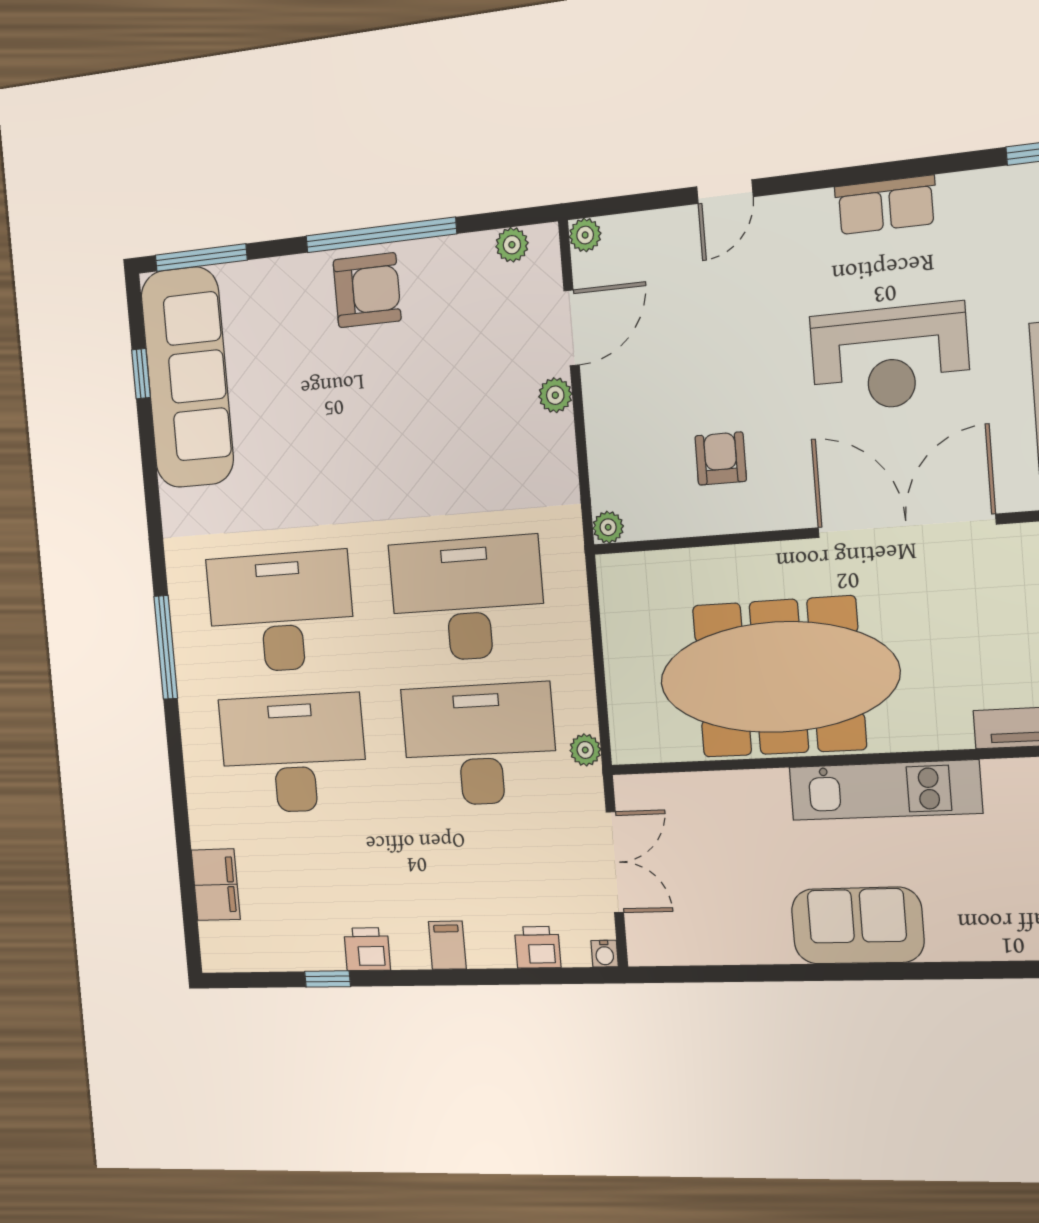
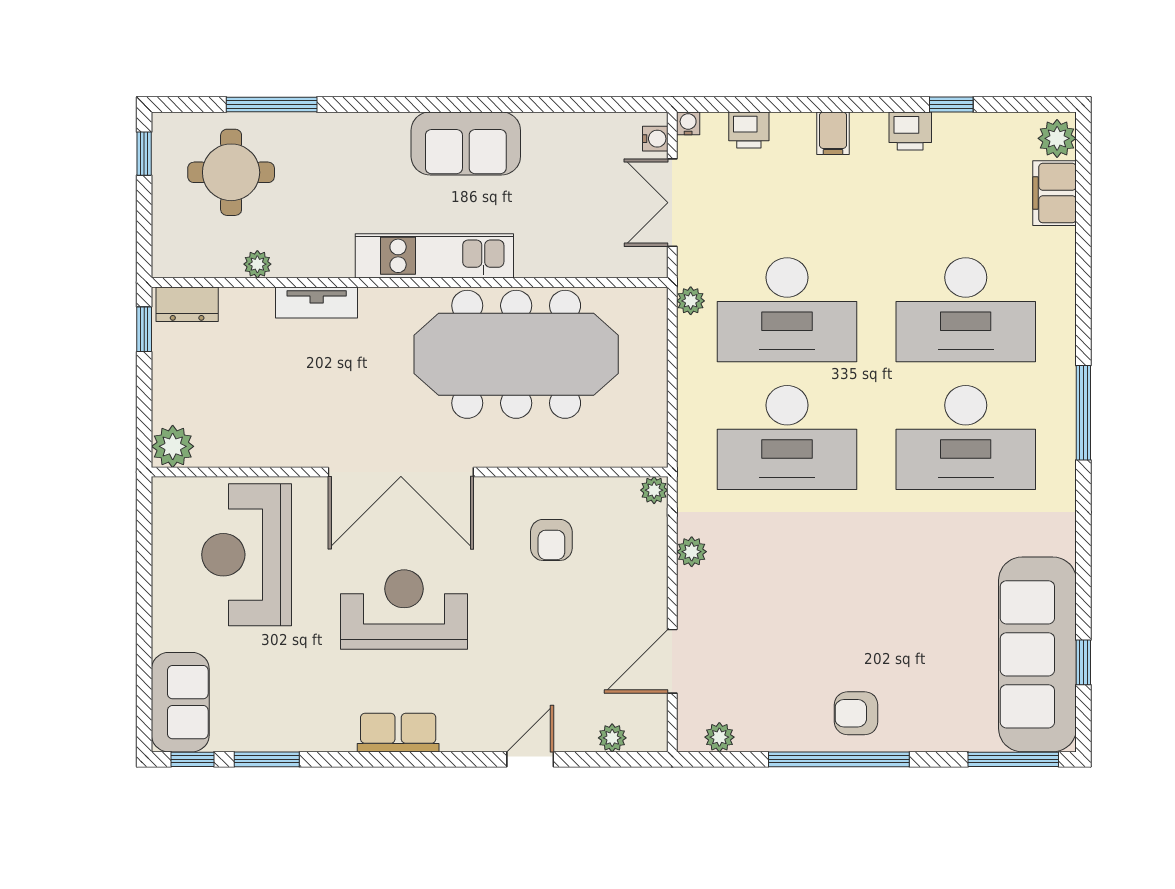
plant: (585, 235) -> (612, 738), moved
armchair: (367, 290) -> (856, 713), width x0.72, depth x0.72
plant: (555, 395) -> (692, 552), moved
water cooler: (640, 935) -> (655, 139), added
plant: (219, 944) -> (1057, 138), added

